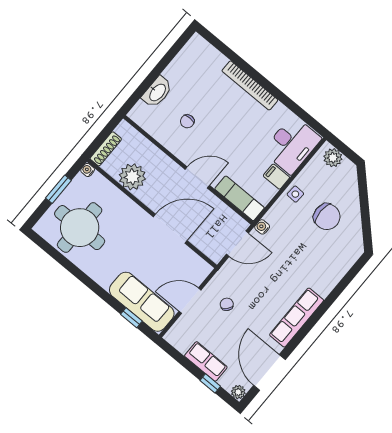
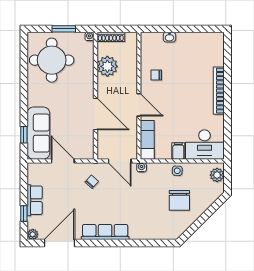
washbasin: (157, 92) -> (169, 37), width x0.52, depth x0.69
chair: (187, 121) -> (156, 75), moved
chair: (227, 304) -> (92, 182), moved

